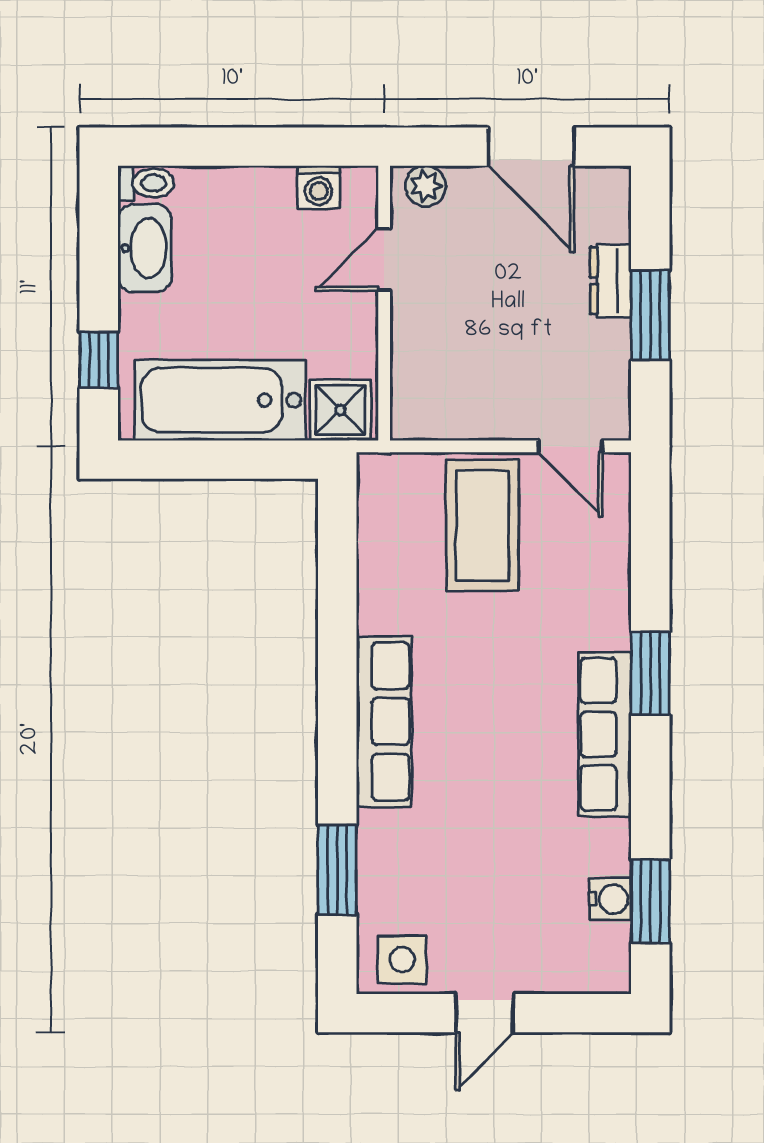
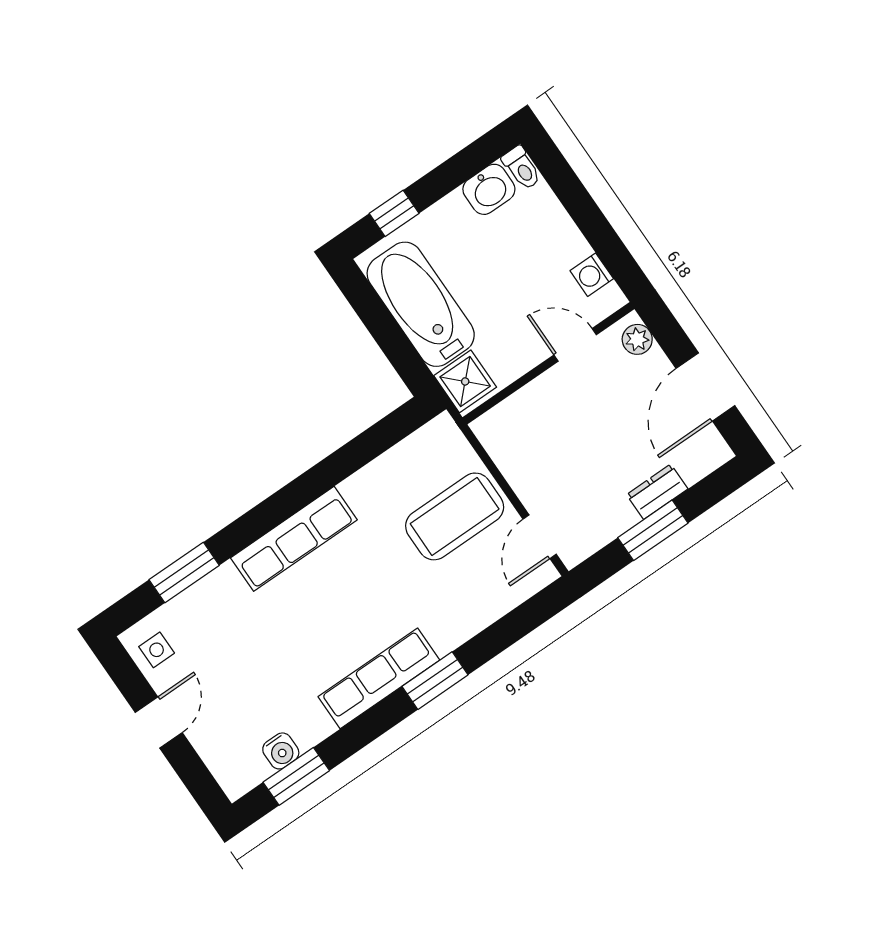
washbasin: (145, 248) -> (489, 189), width x0.72
side table: (402, 960) -> (157, 650), width x0.73, depth x0.73
door: (485, 1013) -> (159, 723), swing flipped

